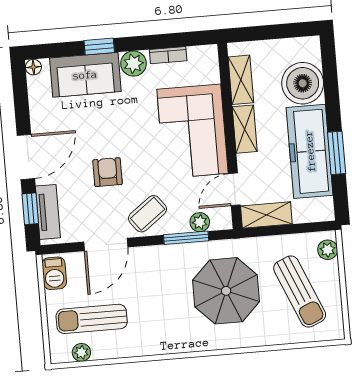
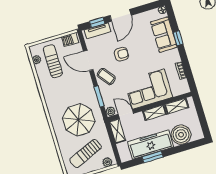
plant: (134, 64) -> (174, 55), removed
door: (26, 157) -> (120, 15), hinge flipped
plant: (200, 222) -> (111, 111), moved

